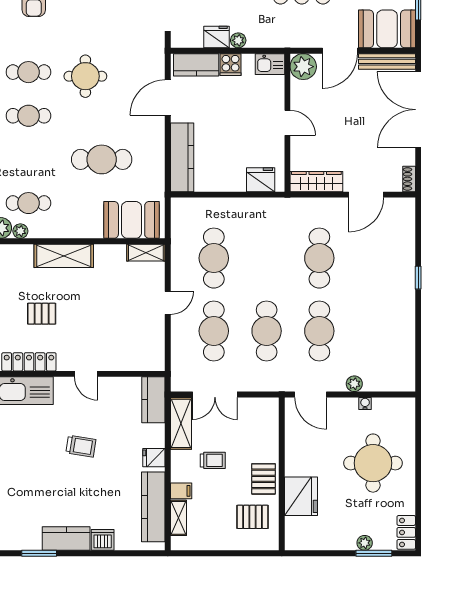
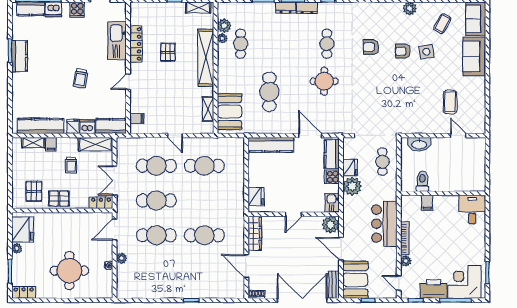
plant: (238, 40) -> (352, 186), width x1.87, depth x1.87
bench: (387, 61) -> (334, 285), width x0.73
cafe table: (28, 116) -> (298, 44), removed
shelving: (146, 253) -> (208, 109), moved
shelving: (64, 256) -> (206, 58), width x1.47
filing cabinet: (142, 360) -> (137, 119), added
double door: (215, 394) -> (115, 181), moved
locker: (270, 415) -> (101, 203), added
fridge: (301, 496) -> (23, 230), moved, turned -90
kitchen counter: (66, 539) -> (20, 56), moved
dishwasher: (103, 540) -> (87, 127), moved, turned -90
plant: (365, 543) -> (17, 248), moved

